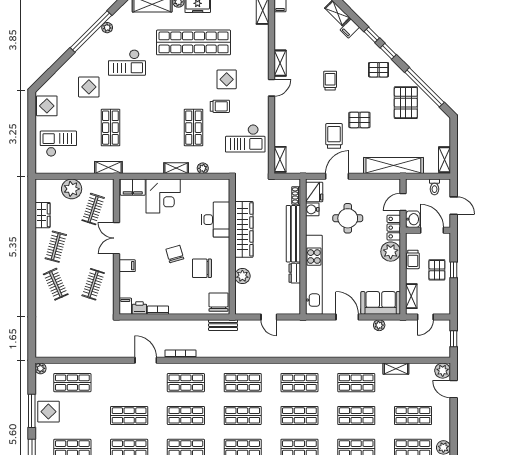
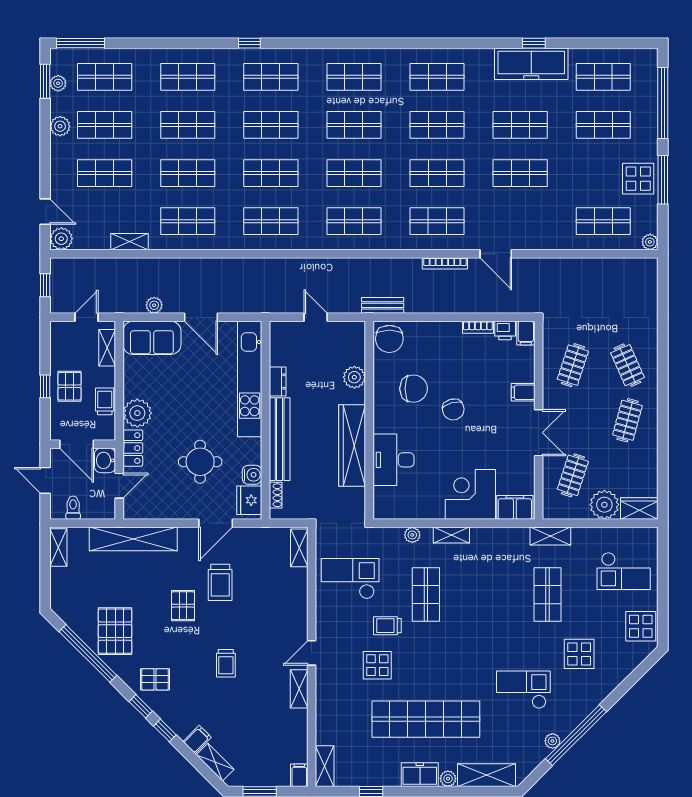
pallet: (359, 120) -> (183, 606), turned 90
wardrobe: (42, 215) -> (639, 508), moved, turned 90

